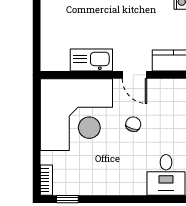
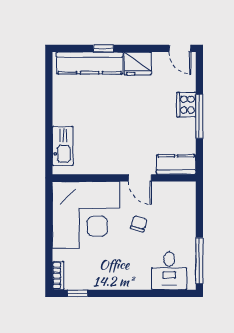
kitchen sink: (91, 60) -> (63, 146), moved, turned 90

